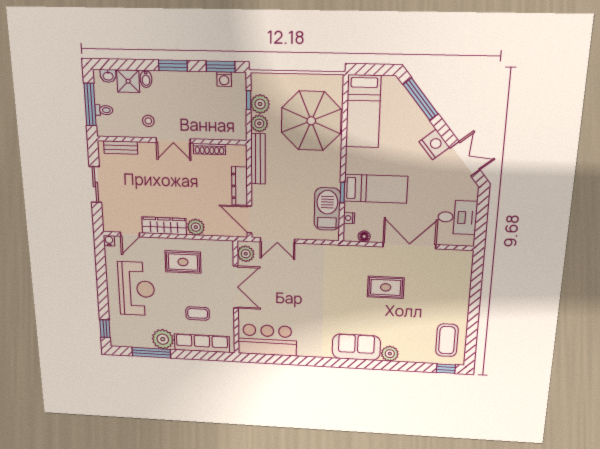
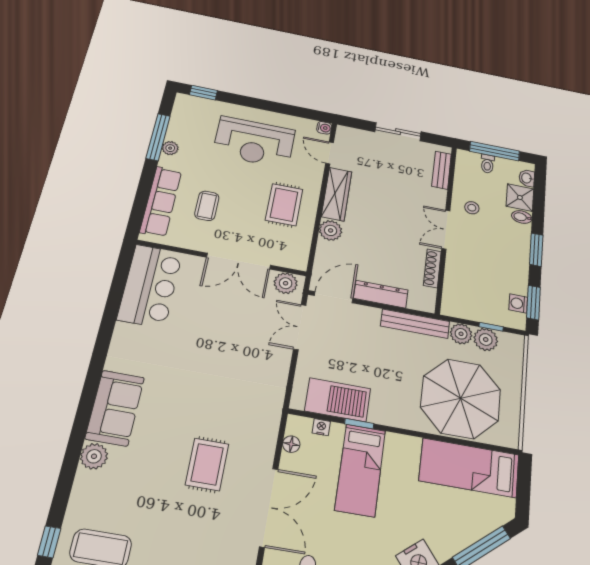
plant: (163, 339) -> (170, 148), width x0.53, depth x0.53

